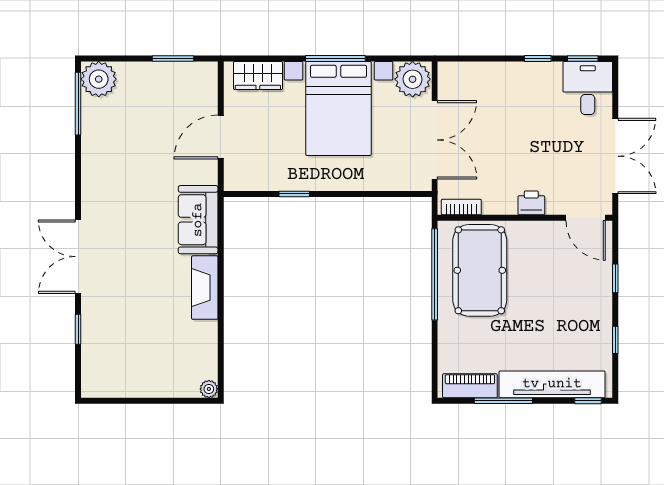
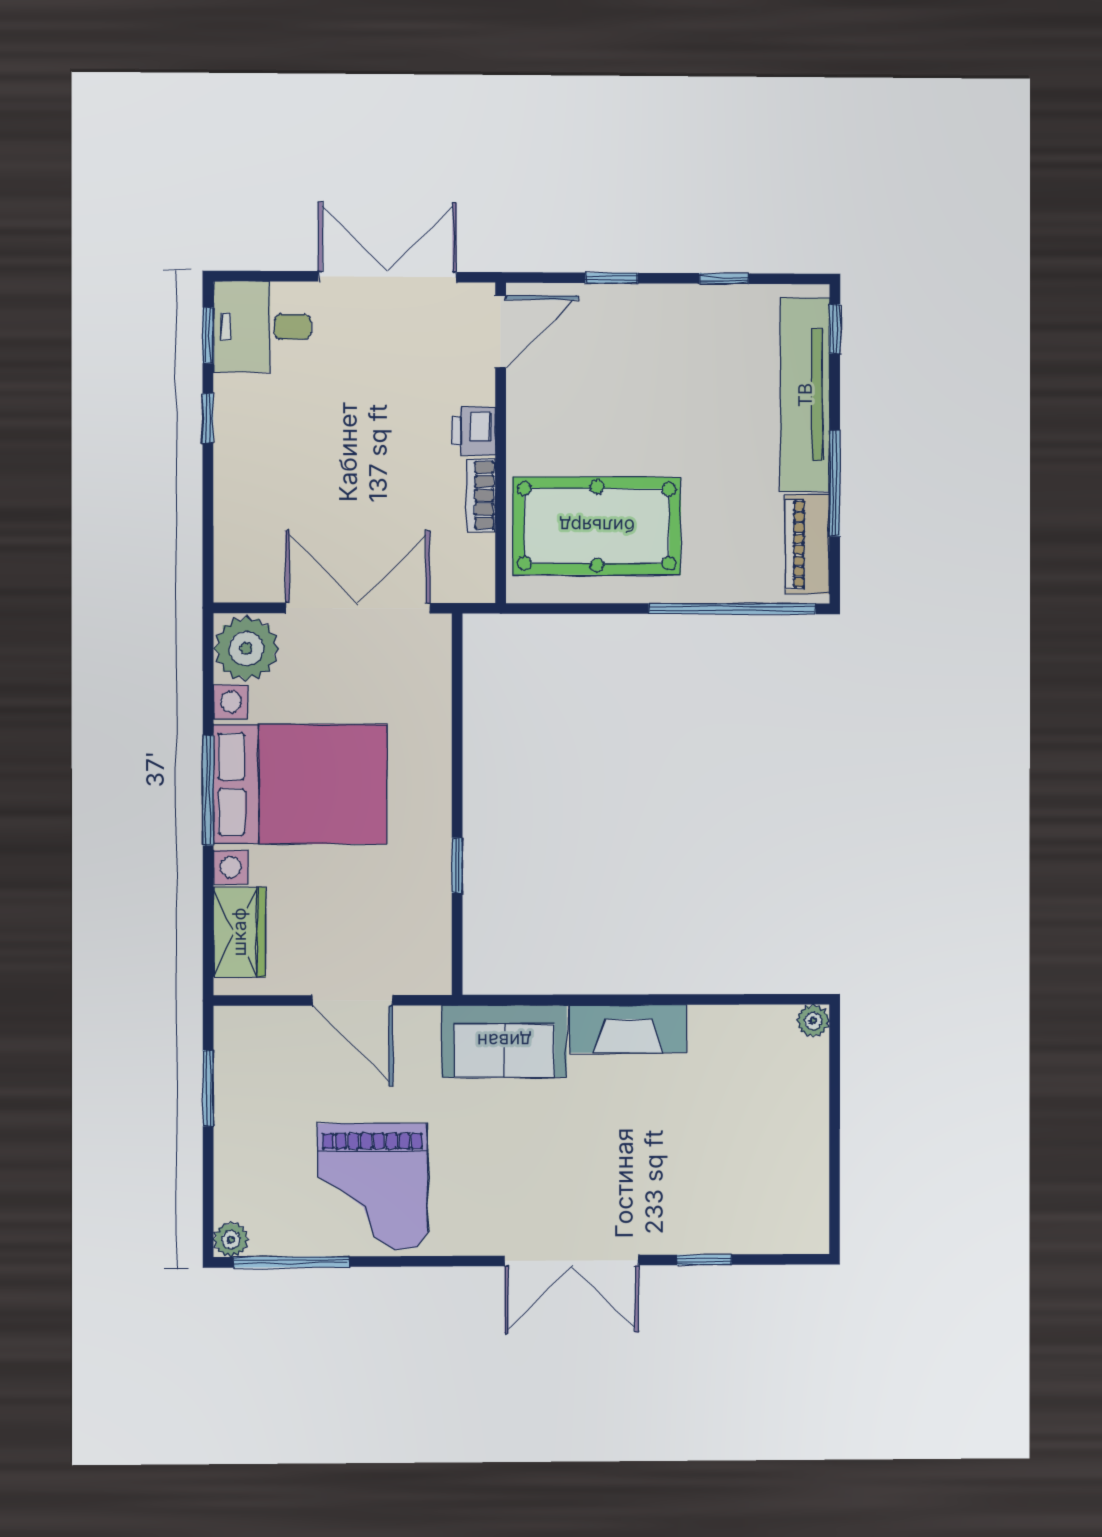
plant: (99, 79) -> (231, 1240), width x0.53, depth x0.53
grand piano: (119, 148) -> (373, 1187), added
bookcase: (461, 207) -> (481, 495), moved
window: (435, 274) -> (732, 609), moved

